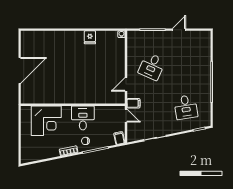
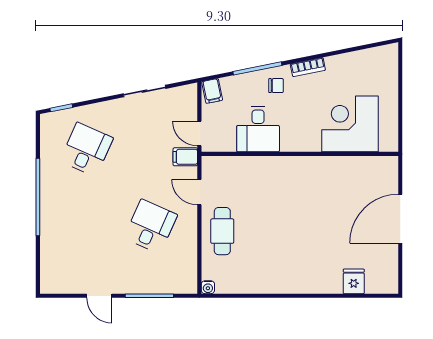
door: (179, 30) -> (99, 296), hinge flipped
fridge: (90, 37) -> (354, 281), moved
cafe table: (114, 64) -> (222, 231), added
door: (126, 84) -> (199, 192), swing flipped
desk: (186, 107) -> (86, 149), turned 33
desk: (83, 118) -> (258, 129), moved

